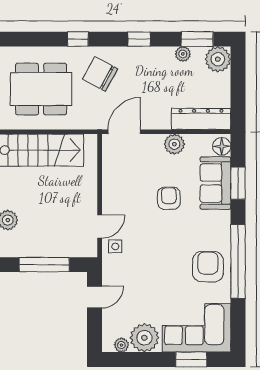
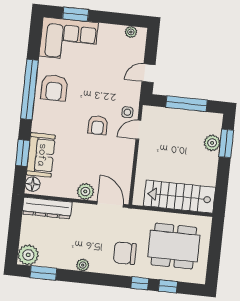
window: (139, 39) -> (168, 286), moved
plant: (183, 54) -> (83, 265), moved
chair: (100, 74) -> (125, 253), turned 151
door: (124, 132) -> (110, 204), swing flipped
plant: (174, 144) -> (85, 191), moved
armchair: (169, 198) -> (98, 125), moved
plant: (144, 338) -> (112, 36), removed

